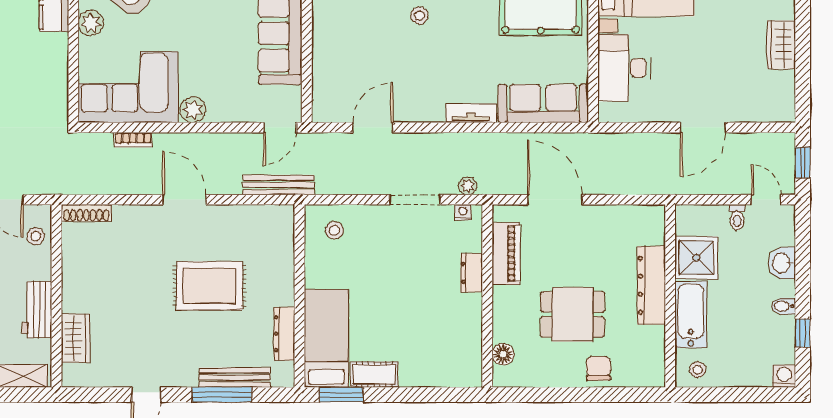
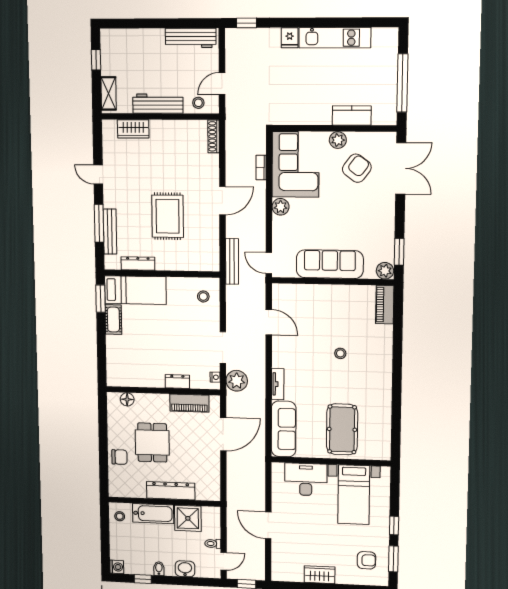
plant: (468, 186) -> (237, 381), width x1.87, depth x1.87
workbench: (37, 310) -> (158, 104), width x1.38

